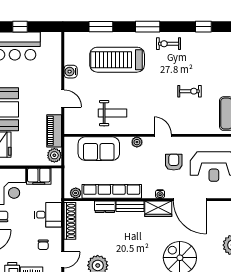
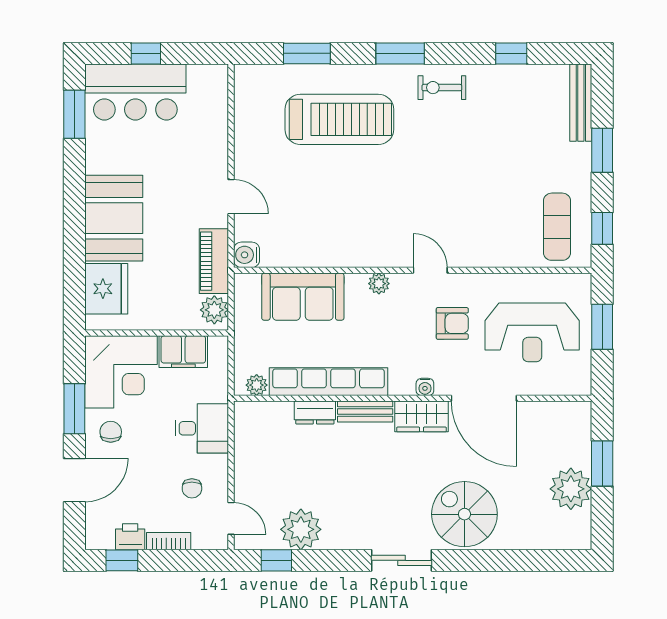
treadmill: (117, 60) -> (339, 119), turned 180
water cooler: (71, 72) -> (247, 255), moved
exercise bike: (189, 91) -> (483, 182), removed
weight bench: (113, 113) -> (330, 226), removed
armchair: (174, 162) -> (452, 323), turned 90
shoe rack: (70, 221) -> (245, 441), removed
door: (63, 260) -> (231, 518), hinge flipped

